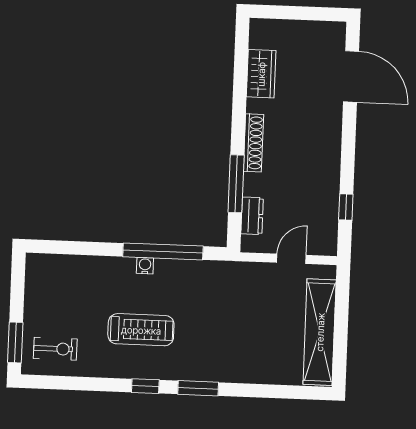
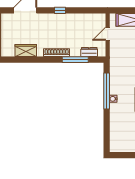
window: (346, 207) -> (60, 10), moved
door: (291, 259) -> (108, 34), hinge flipped

